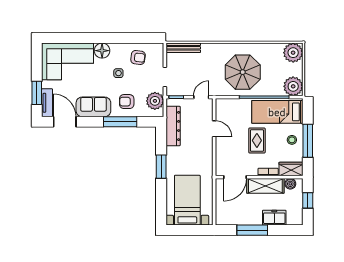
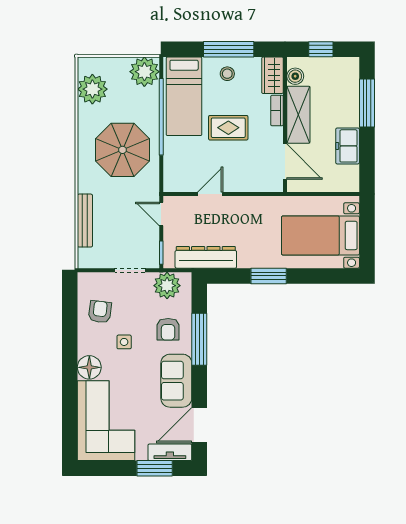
bench: (183, 48) -> (85, 221), moved
plant: (293, 53) -> (92, 89), moved
freezer: (274, 218) -> (348, 146), moved
window: (252, 230) -> (367, 103), moved

